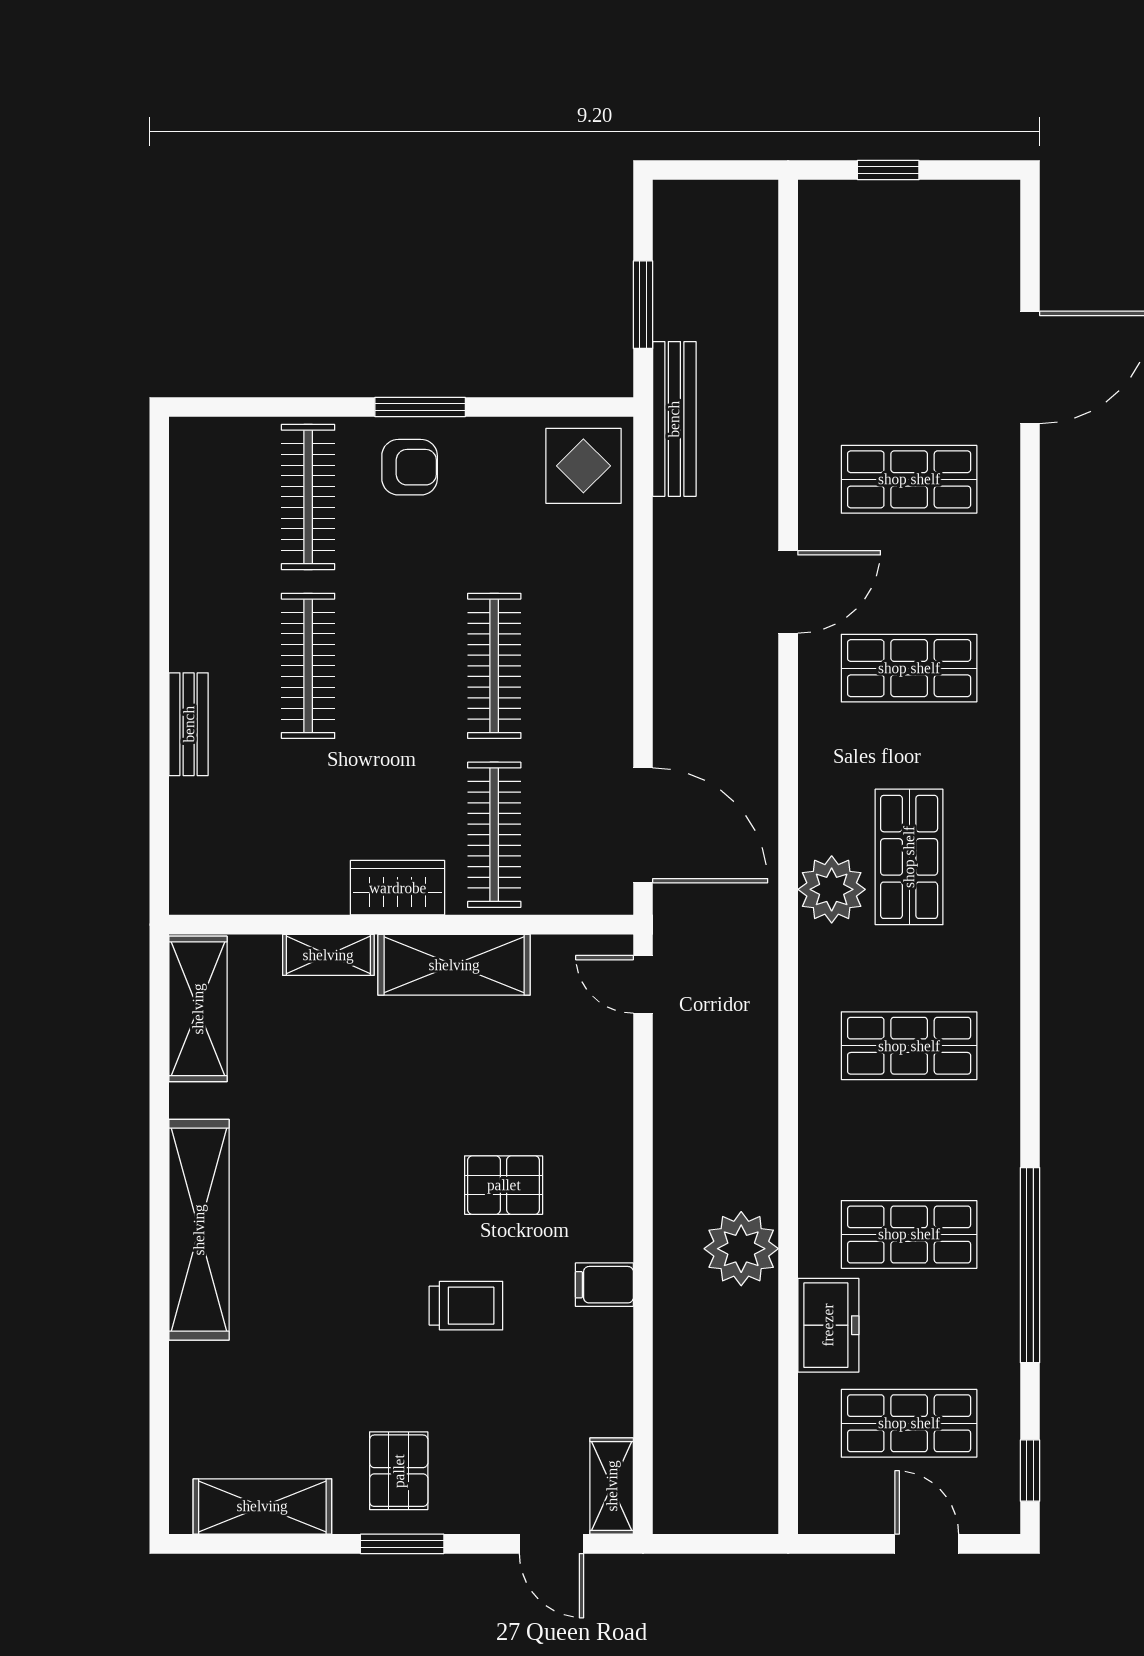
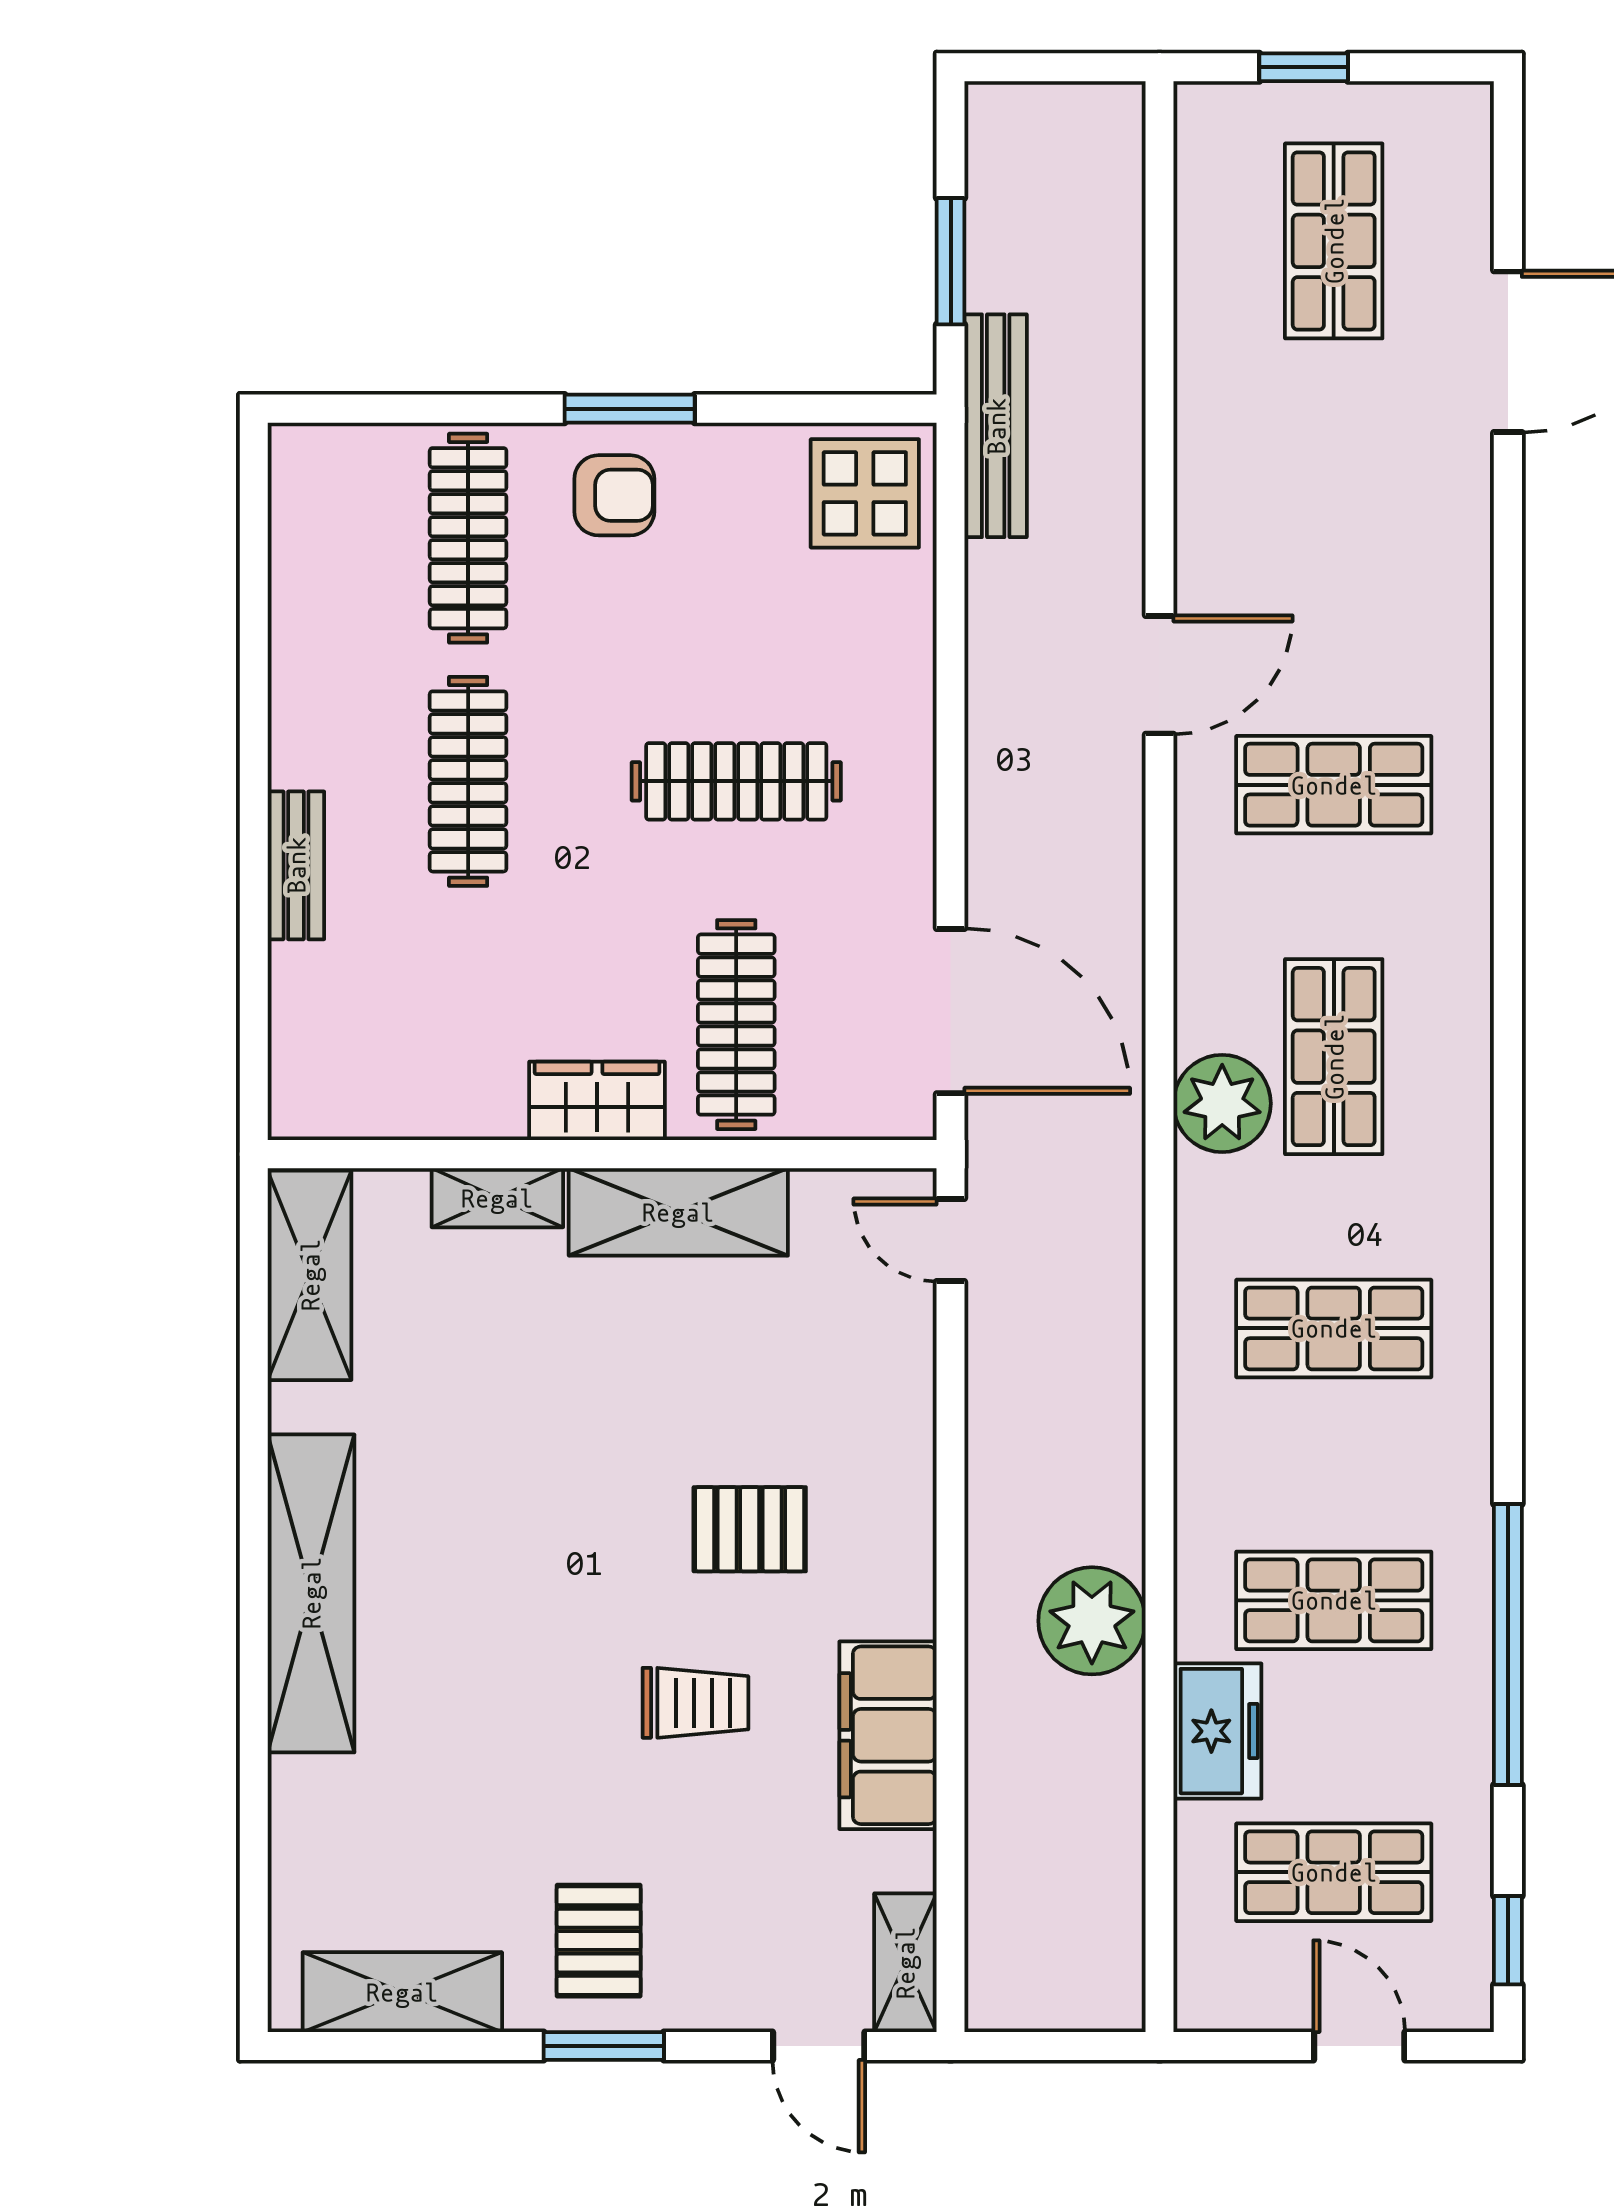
shop shelf: (909, 479) -> (1334, 241), moved, turned 90
clothes rail: (494, 666) -> (736, 781), turned 90
filing cabinet: (604, 1285) -> (888, 1735), width x3.00, depth x1.17

